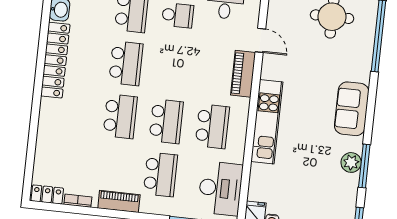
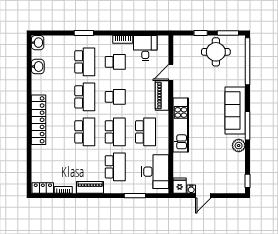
door: (260, 40) -> (171, 72), swing flipped
locker: (55, 60) -> (39, 120), moved
school desk: (172, 68) -> (115, 97), added
sofa: (352, 109) -> (235, 110), width x1.36
window: (364, 166) -> (248, 126), moved

